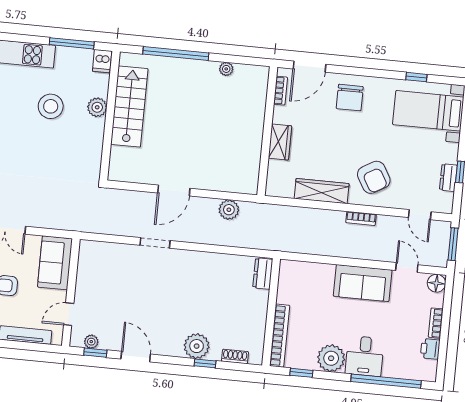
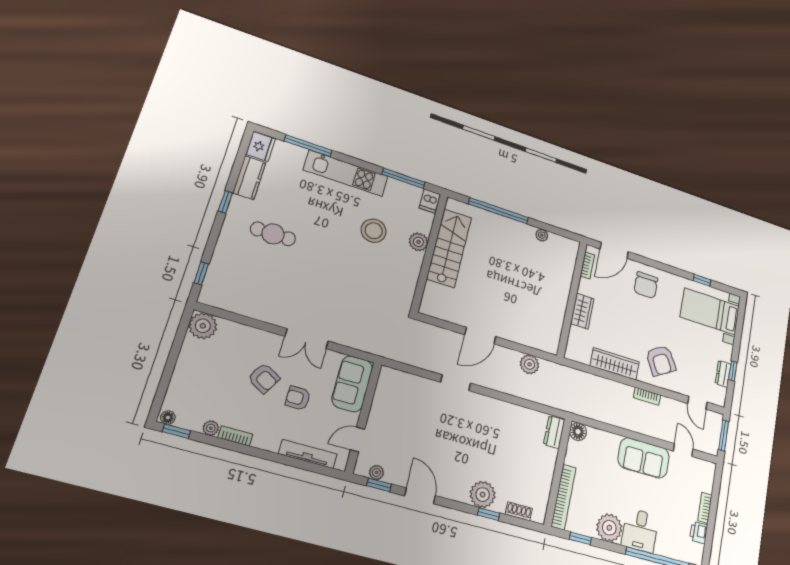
floor lamp: (436, 283) -> (578, 432), moved

